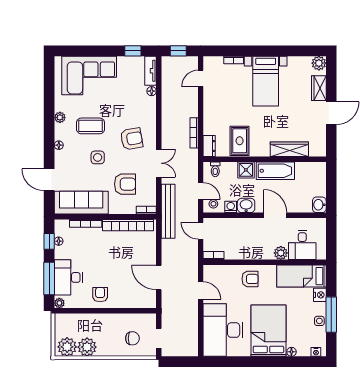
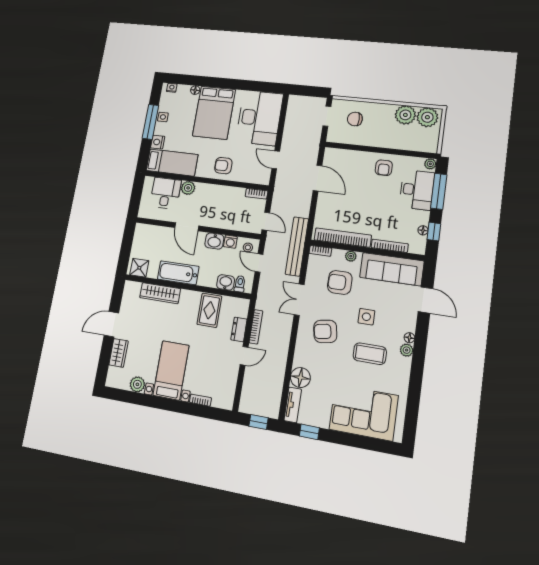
plant: (319, 63) -> (137, 384), moved
door: (201, 78) -> (244, 356), moved
floor lamp: (152, 91) -> (300, 378), width x1.89, depth x1.89
plant: (60, 117) -> (407, 350), moved
dresser: (209, 146) -> (239, 329), moved
shower: (246, 170) -> (139, 268), moved
washbasin: (319, 205) -> (226, 282), moved, turned -90
plant: (119, 209) -> (351, 256), added

